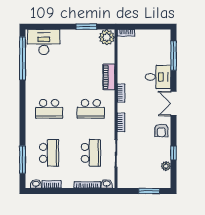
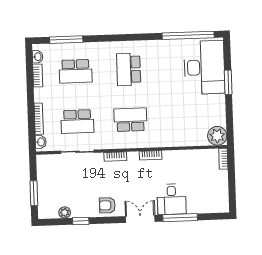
window: (86, 27) -> (228, 82), moved
desk: (44, 42) -> (204, 67), width x1.36, depth x1.30
window: (174, 56) -> (180, 218), moved
piano: (109, 77) -> (170, 140), removed
school desk: (91, 109) -> (130, 120), turned 90

